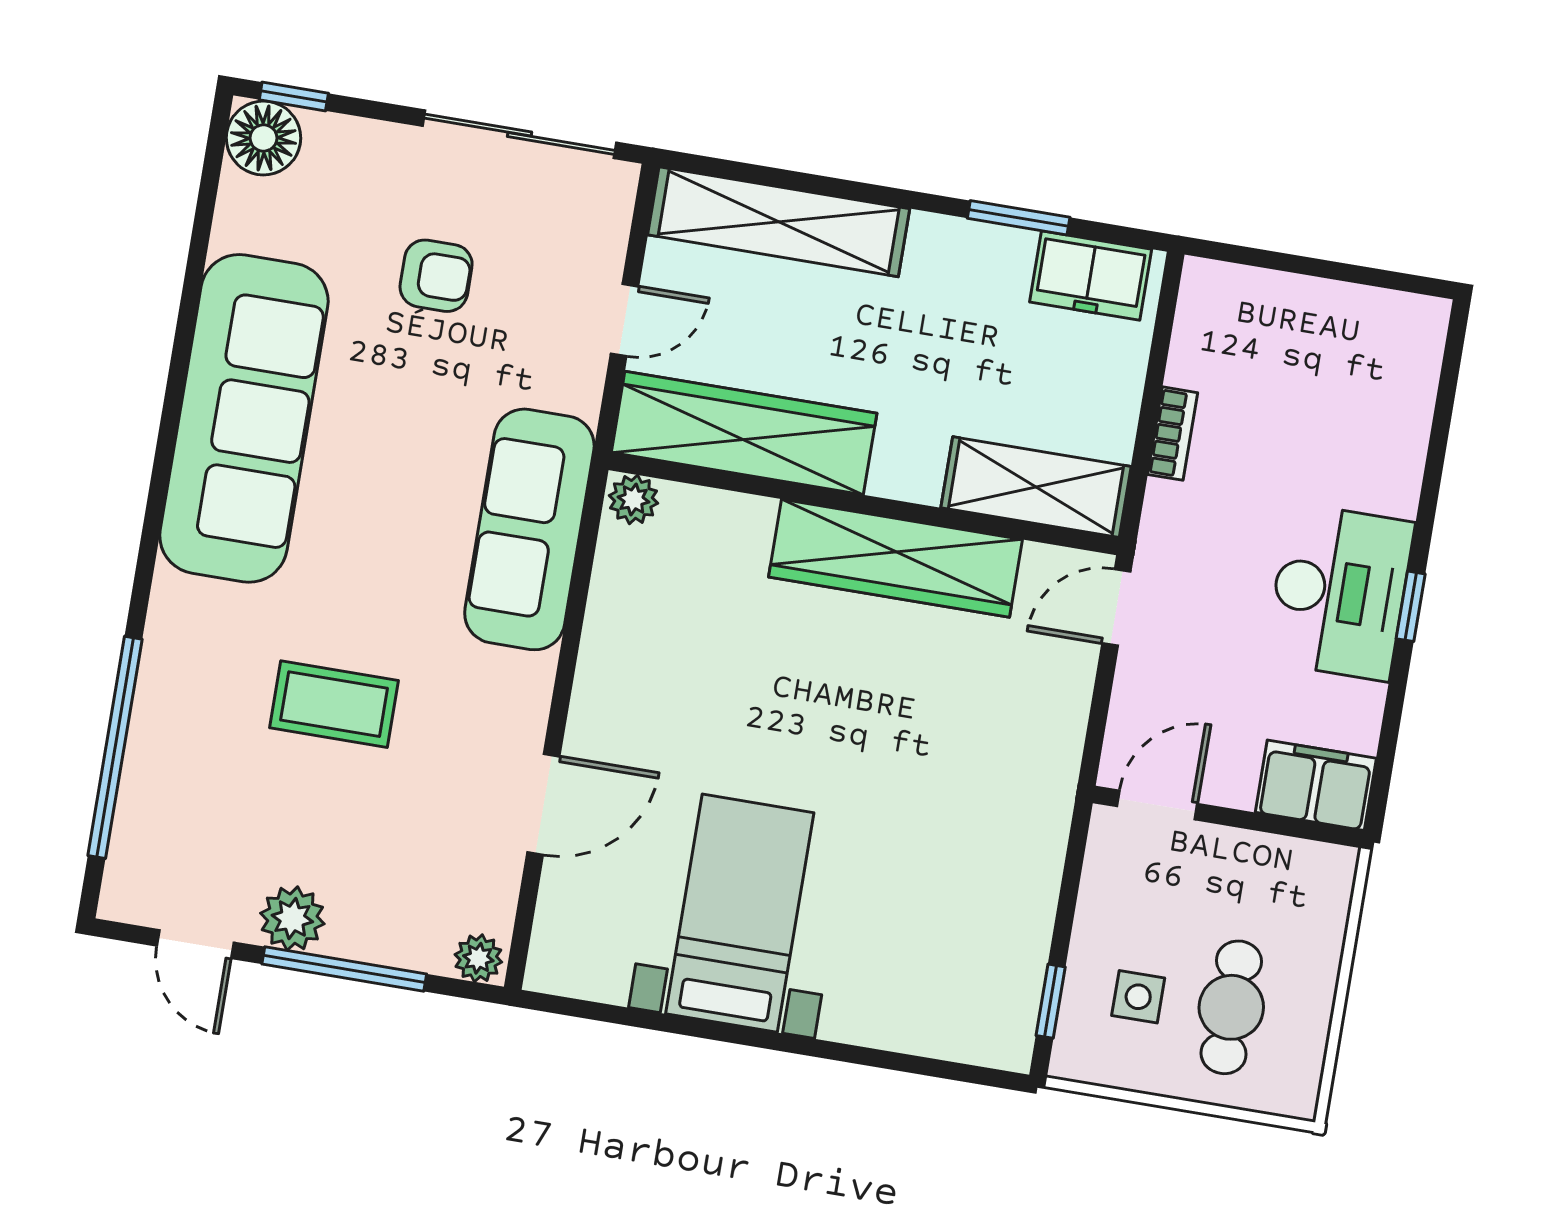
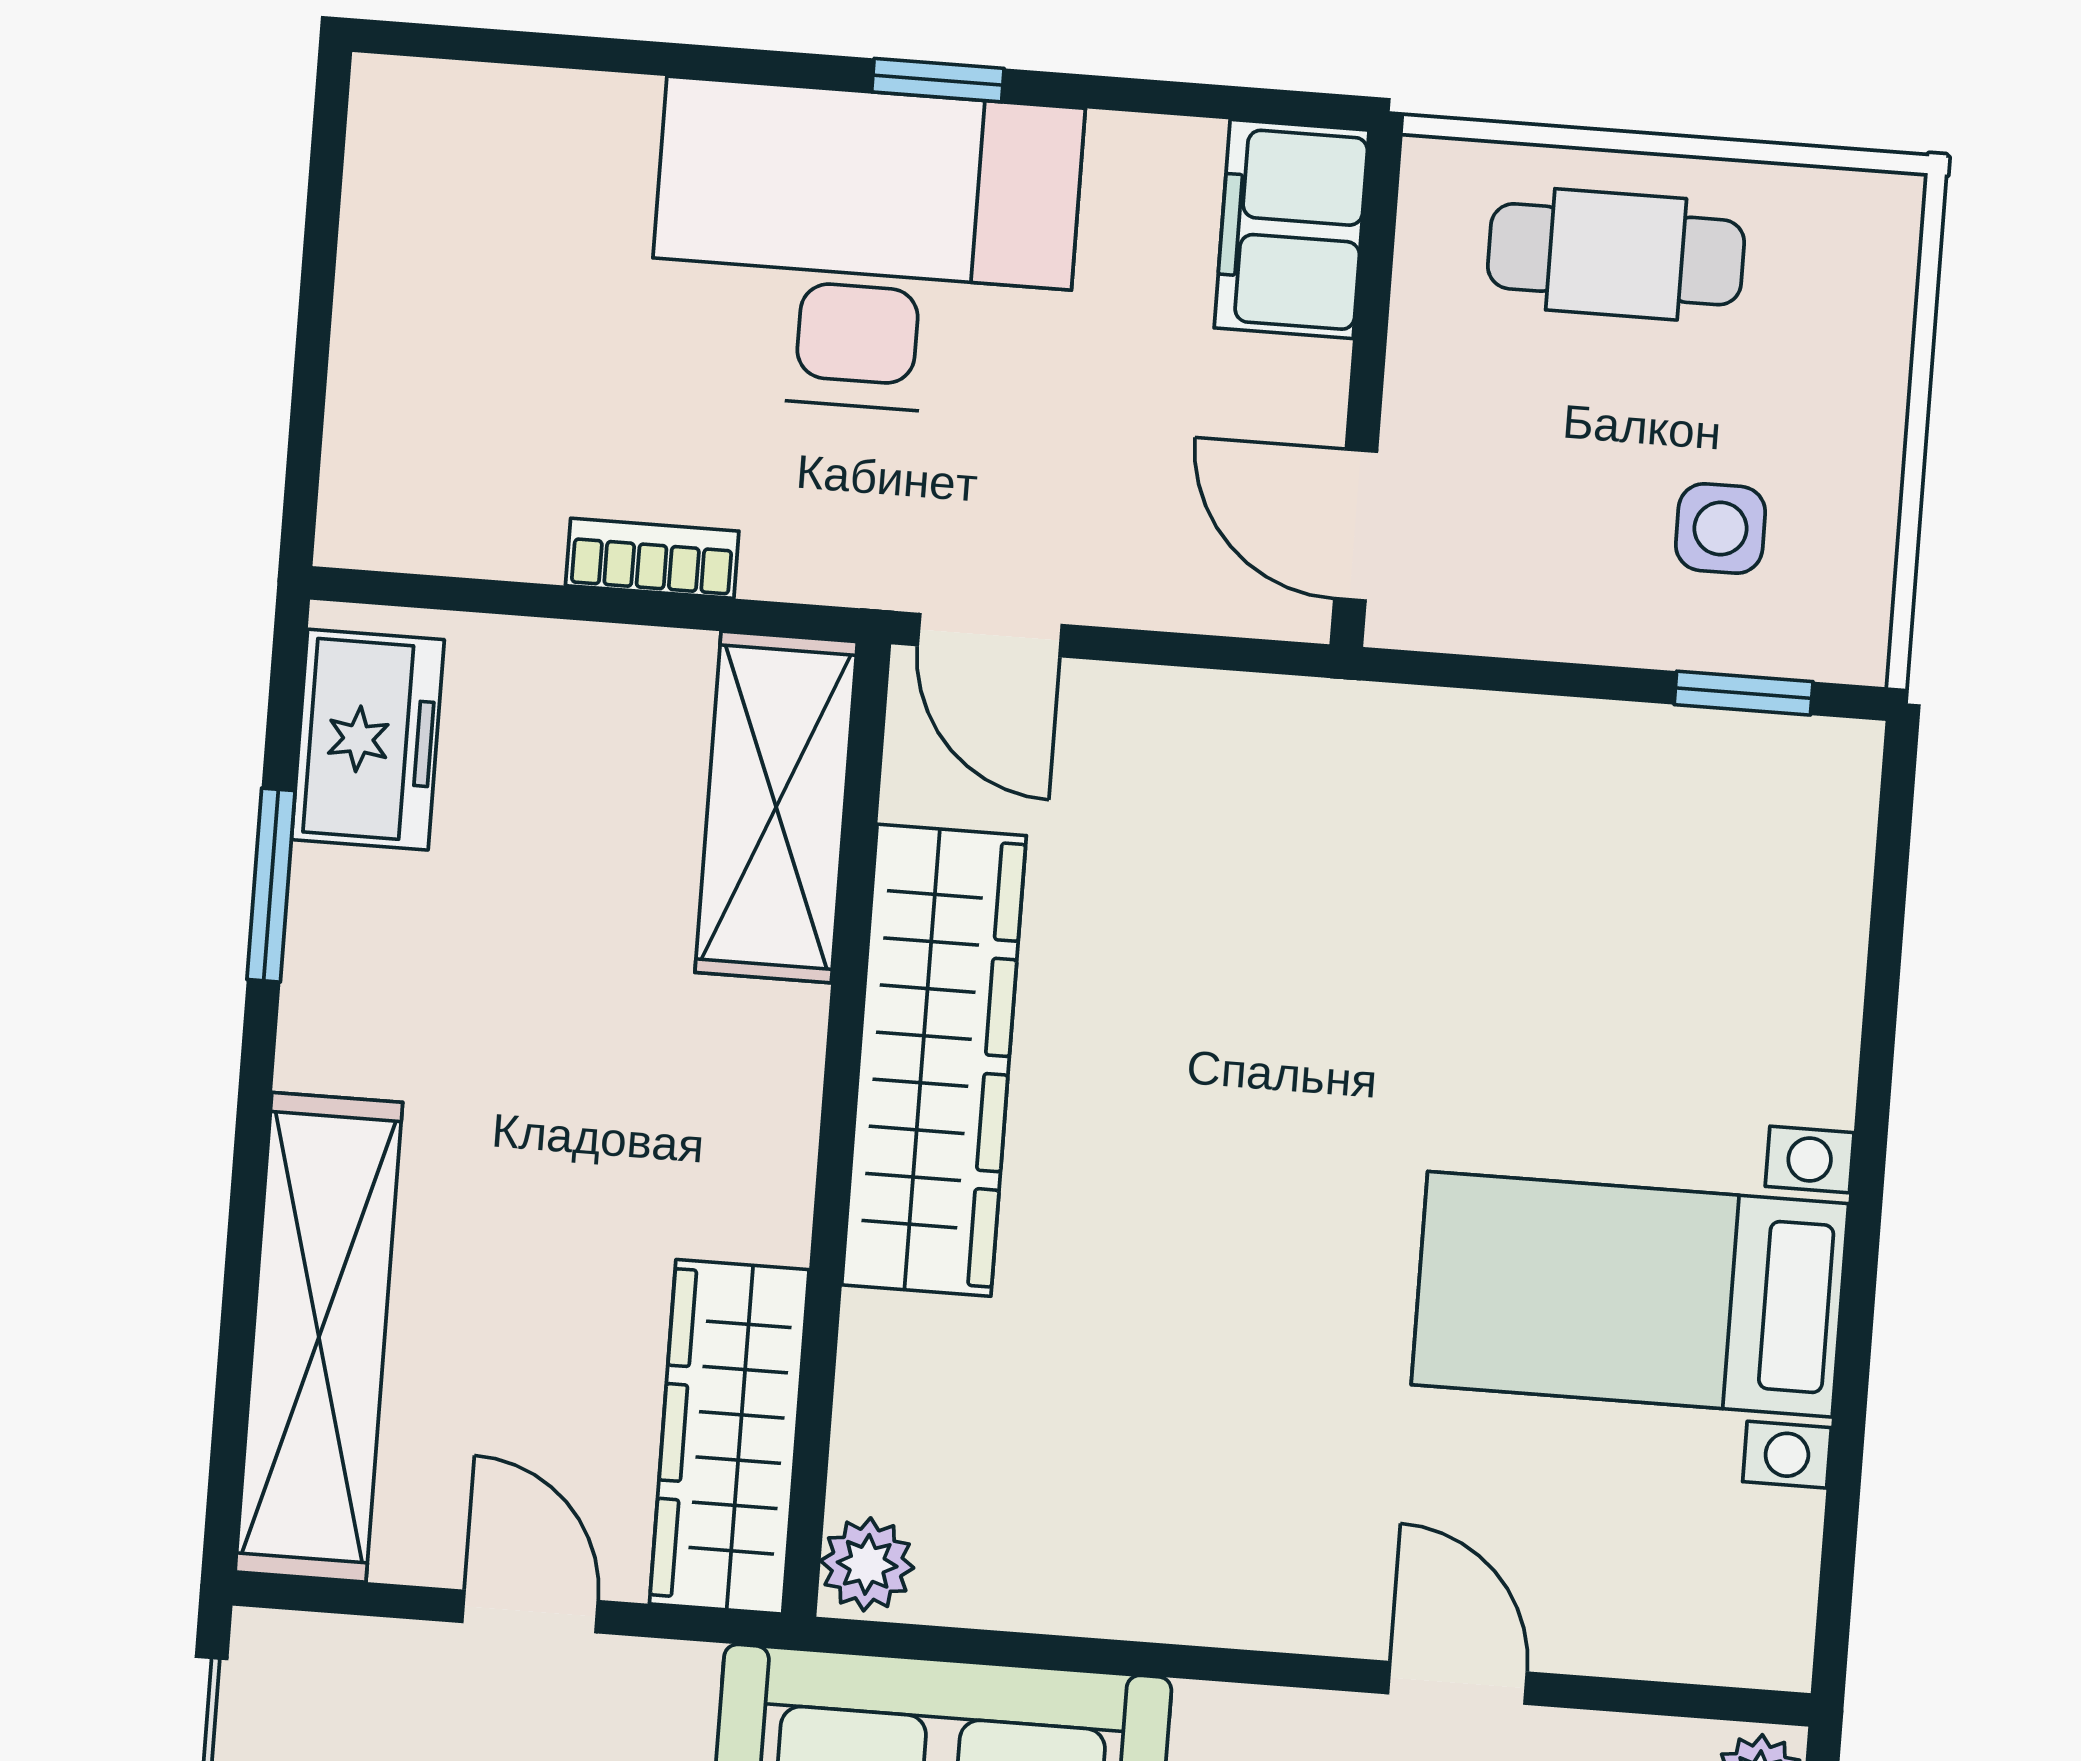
wardrobe: (744, 433) -> (729, 1437), width x0.71, depth x0.85
desk: (1339, 592) -> (864, 249), width x1.36, depth x1.30
door: (543, 804) -> (1457, 1683), width x0.73
cafe table: (1231, 1007) -> (1616, 254), moved

